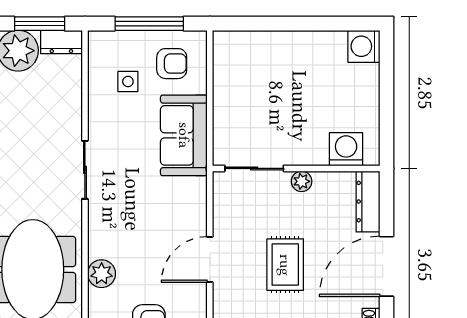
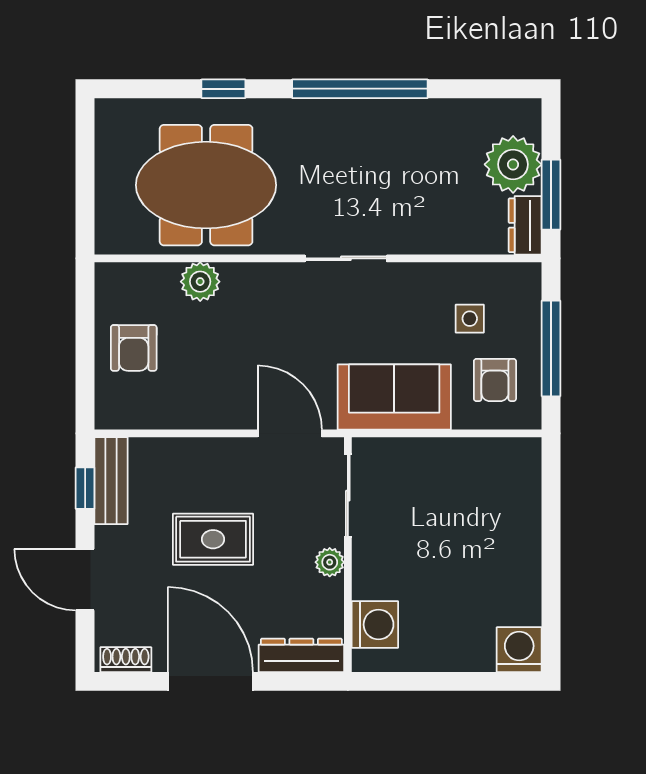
door: (210, 260) -> (290, 433), moved

